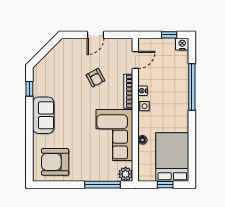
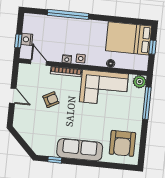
window: (169, 35) -> (18, 41), moved
nightstand: (182, 44) -> (27, 39), moved
sofa: (43, 115) -> (80, 150), width x1.36

